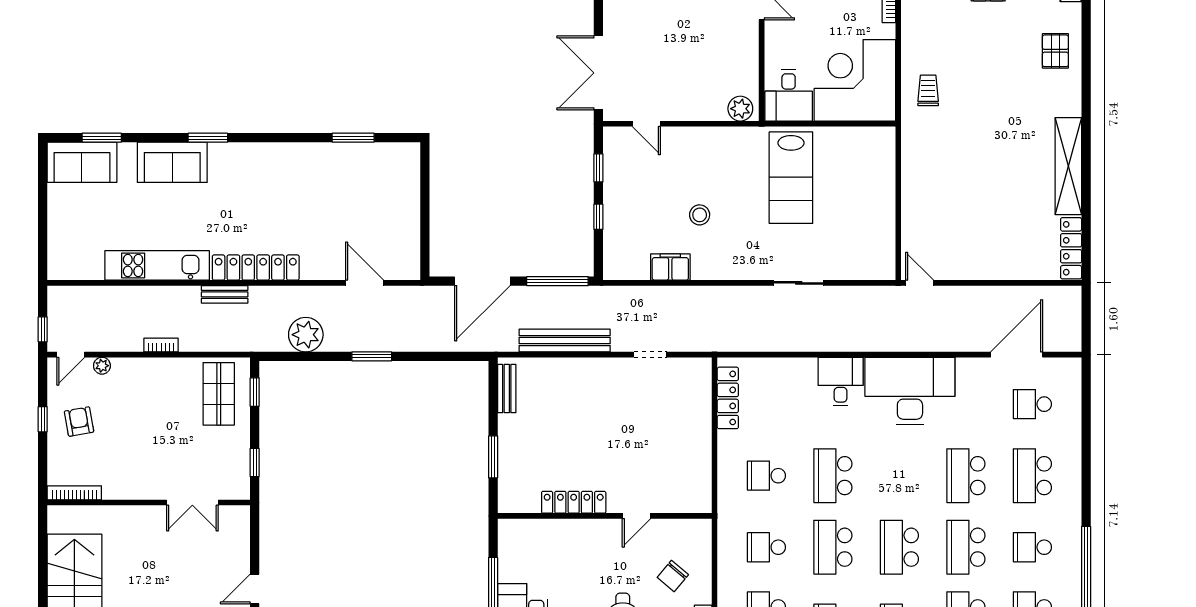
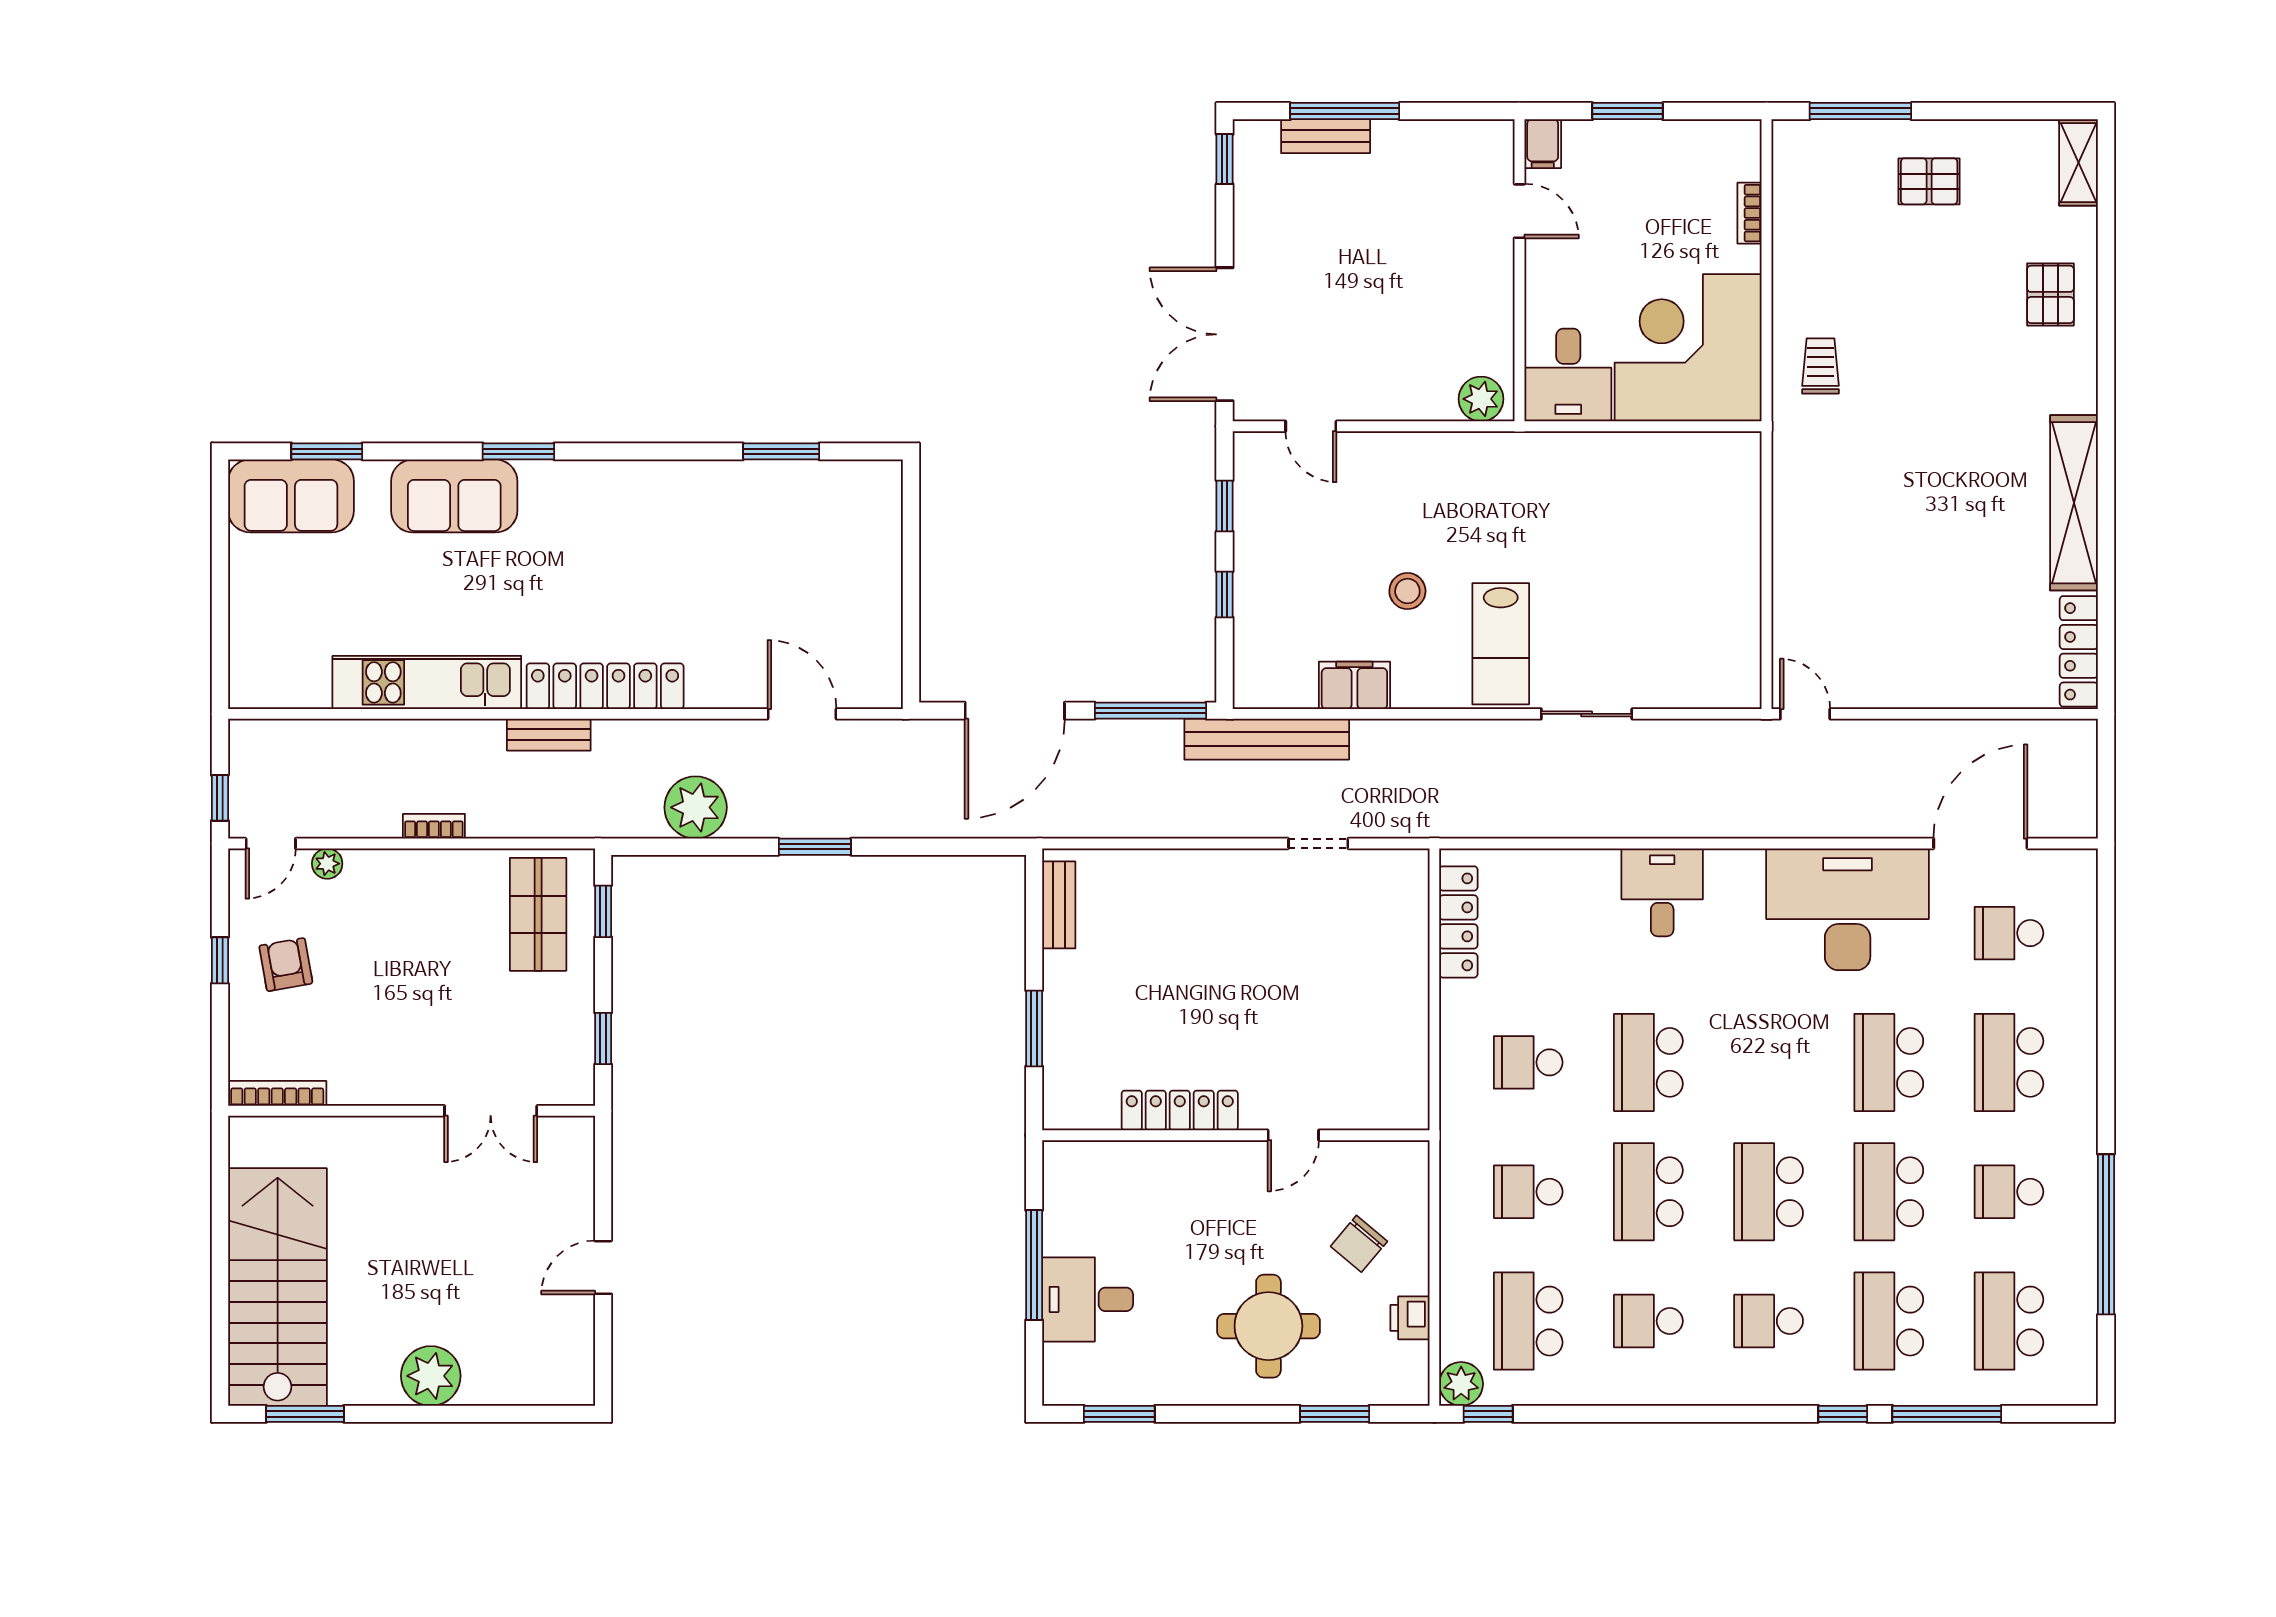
lab bench: (791, 178) -> (1501, 644), moved, width x0.73, depth x0.72
bench: (565, 341) -> (1267, 739), moved
desk: (910, 391) -> (1848, 909), moved

